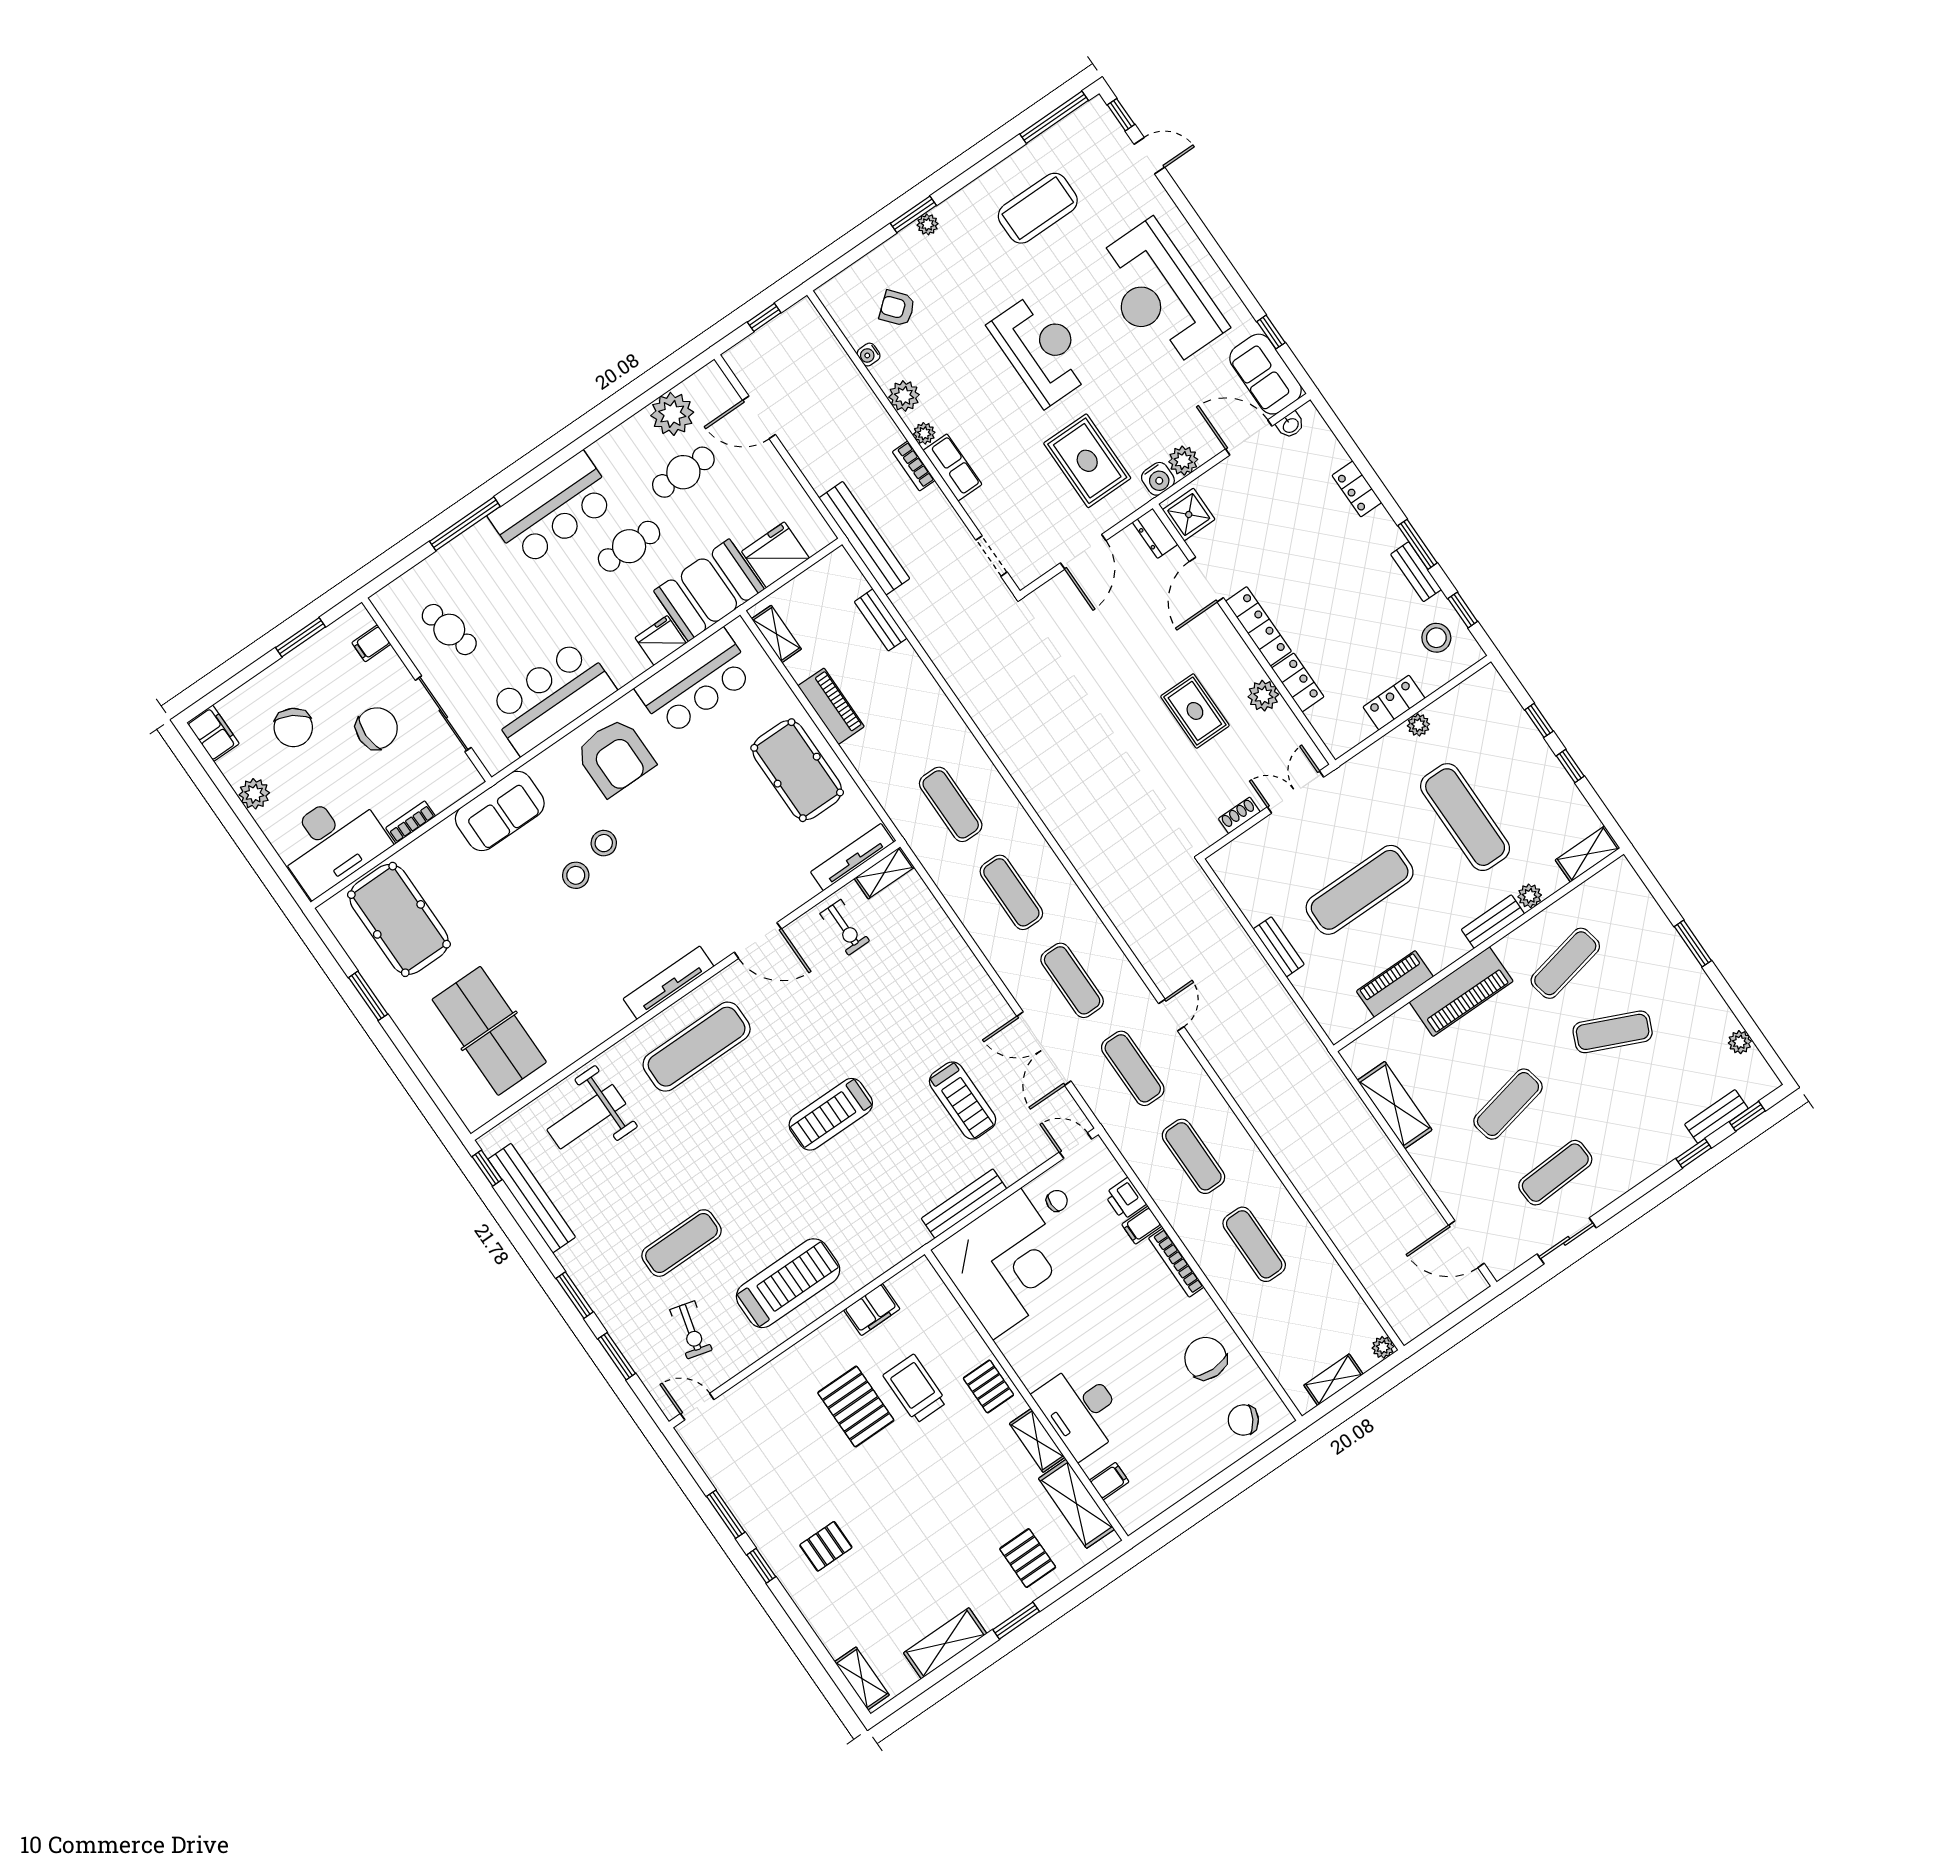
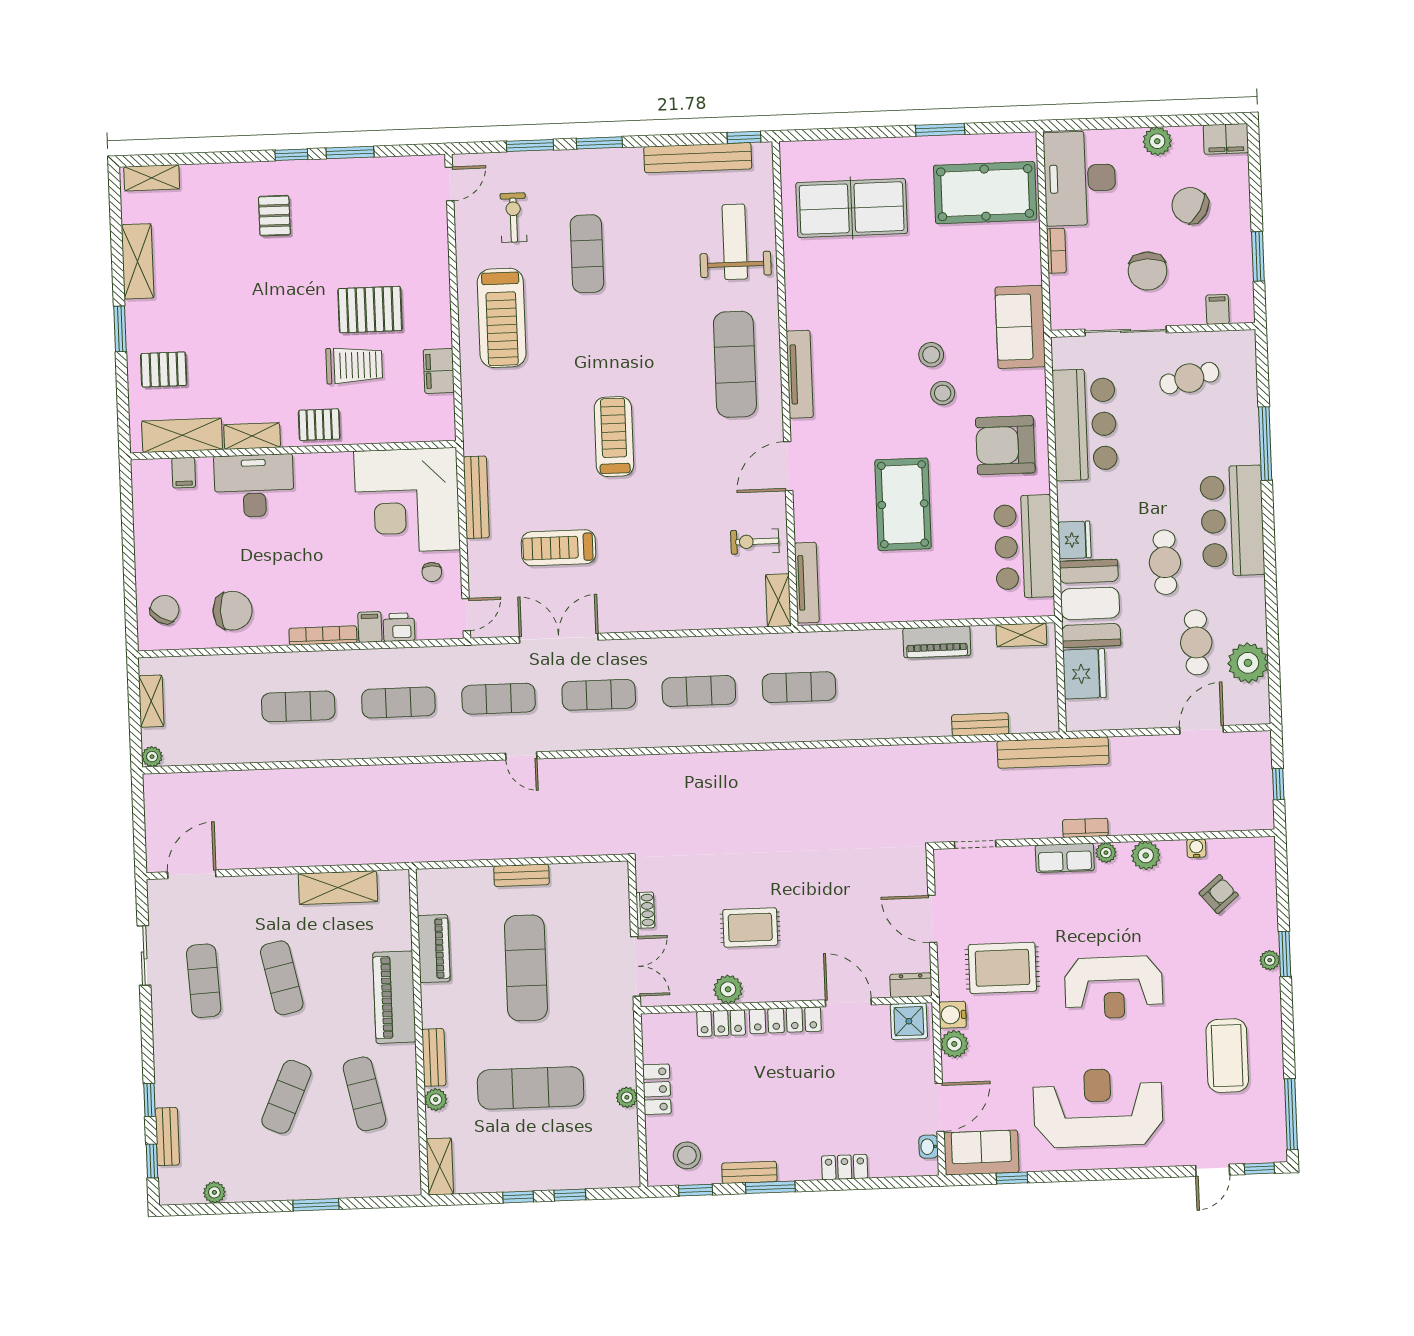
pool table: (797, 770) -> (903, 504), moved, turned 90
exercise bike: (691, 1330) -> (513, 218), turned 75

